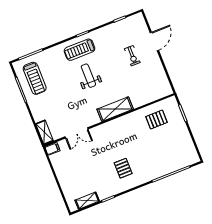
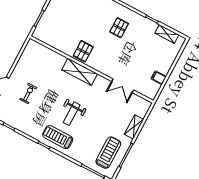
treadmill: (80, 50) -> (58, 137), turned 180
pallet: (156, 119) -> (83, 51), moved, turned 90
shelving: (44, 132) -> (134, 127), moved
double door: (76, 133) -> (123, 86), swing flipped
filing cabinet: (52, 149) -> (159, 78), moved

